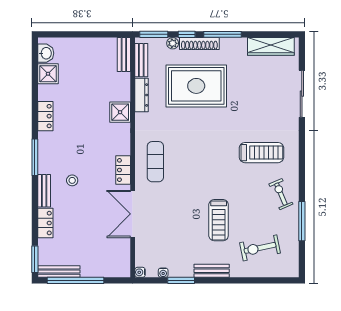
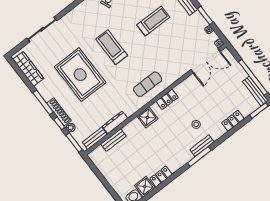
bench: (124, 54) -> (113, 140), moved
rug: (196, 86) -> (80, 75), moved
shower: (120, 112) -> (147, 117), moved
locker: (45, 116) -> (161, 176), moved
treadmill: (261, 153) -> (112, 47), moved
bench: (44, 191) -> (202, 146), moved
double door: (133, 214) -> (206, 61), moved

